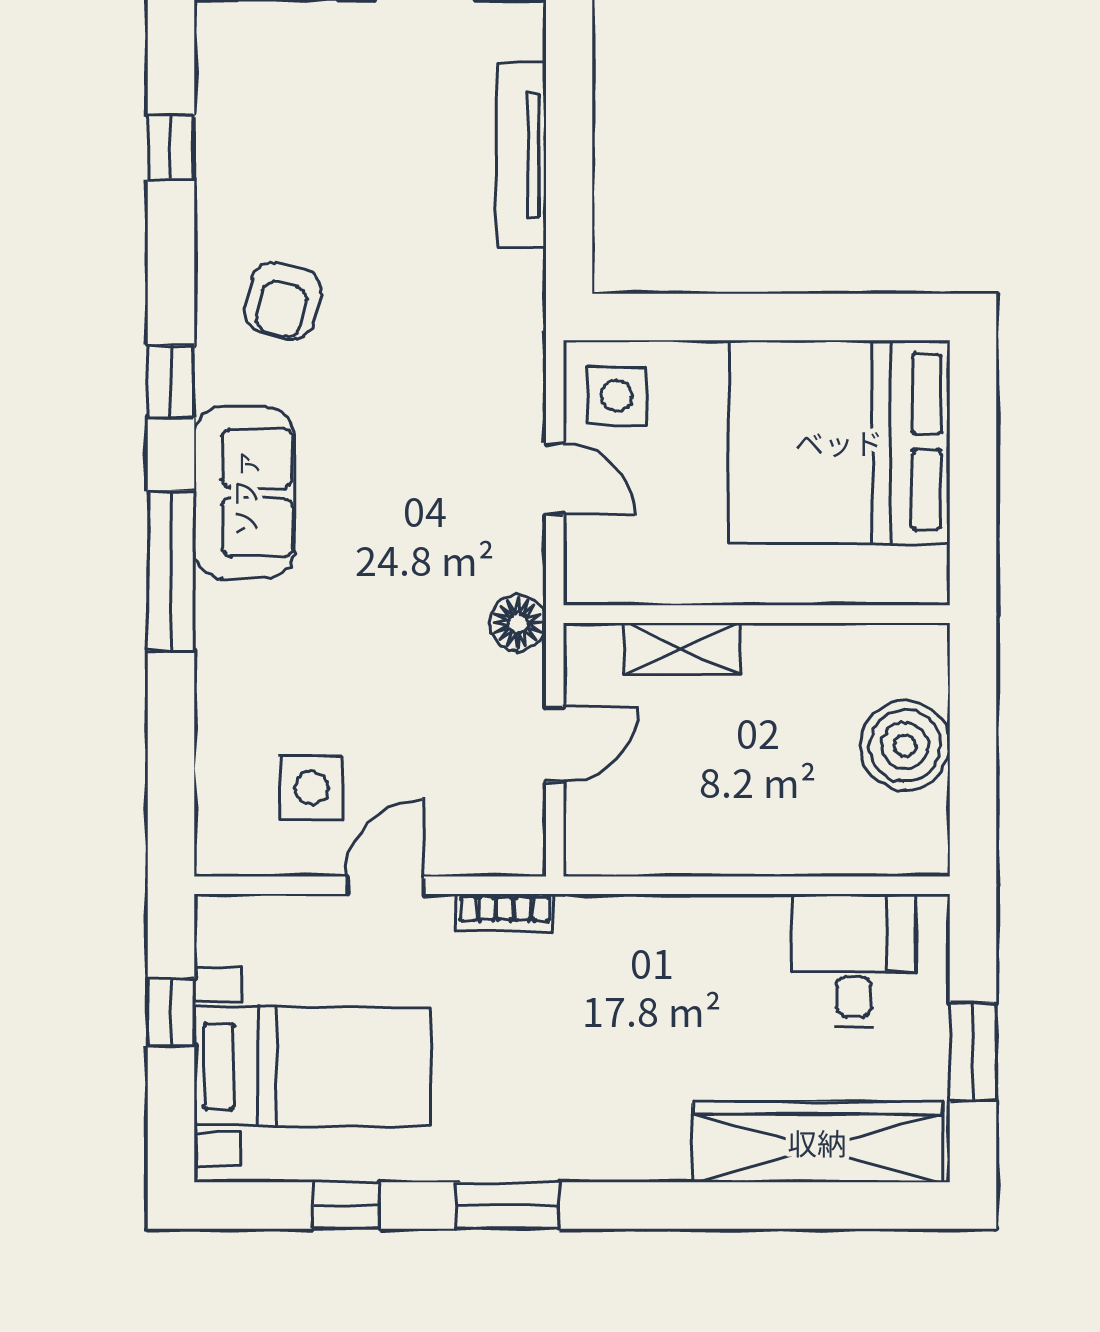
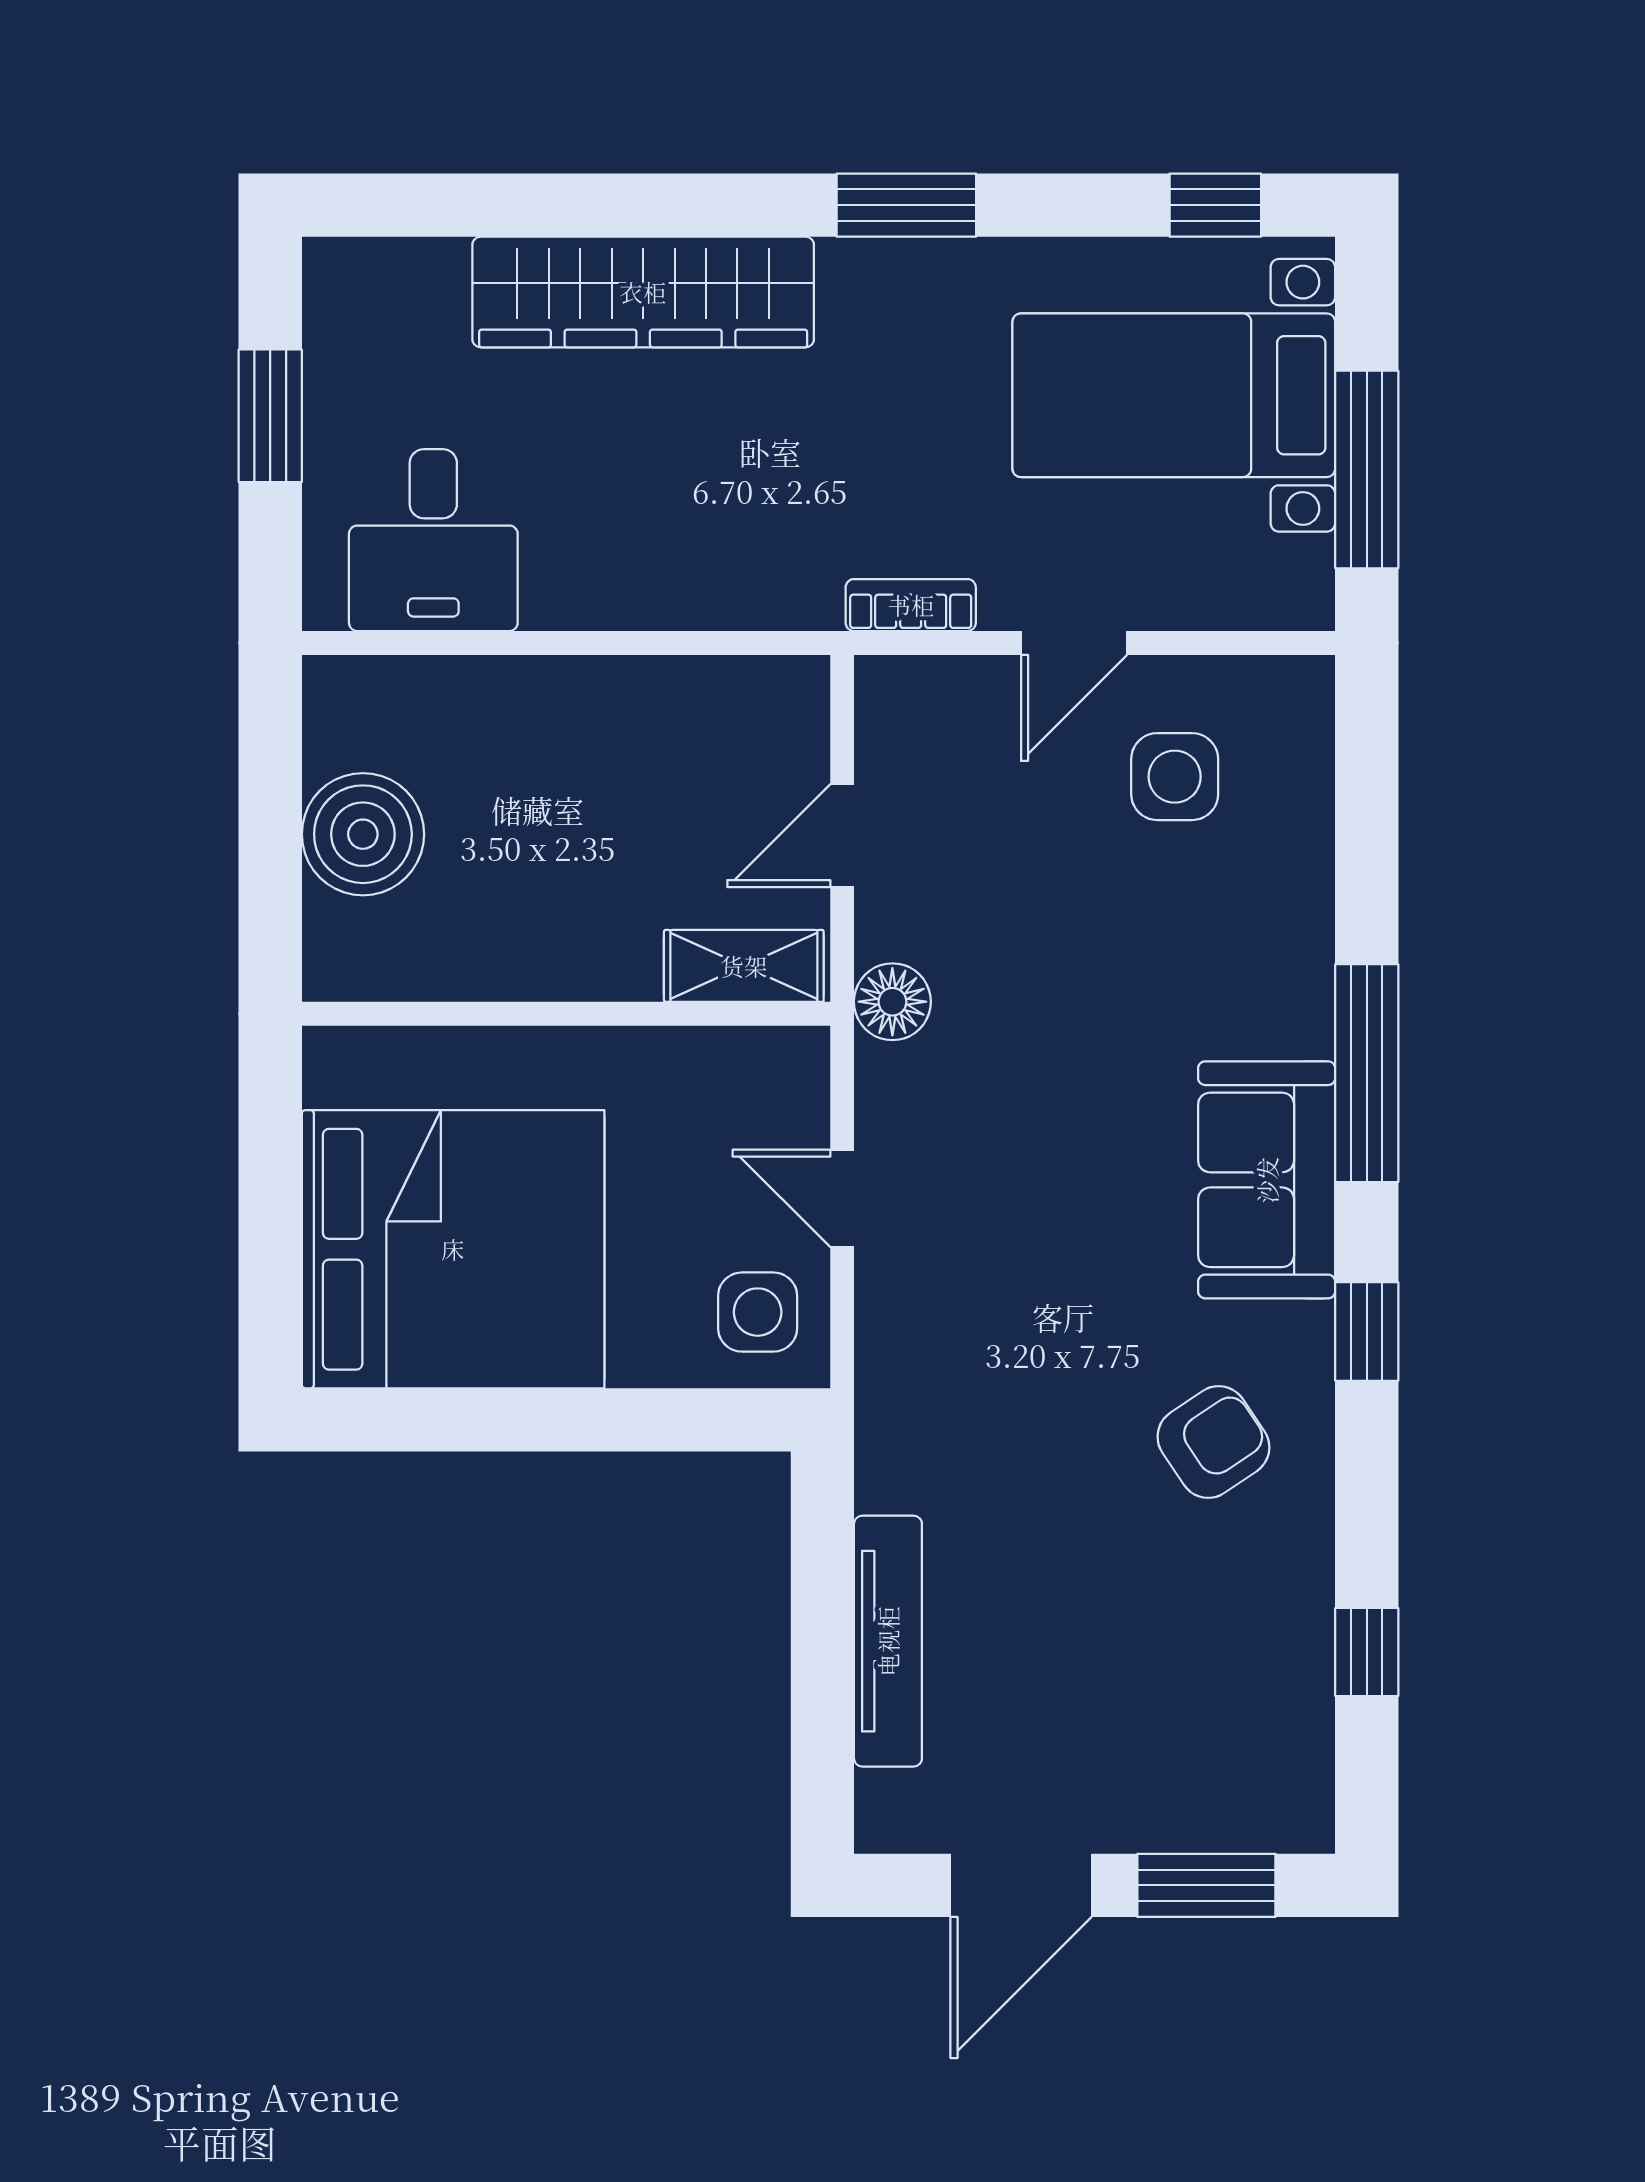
armchair: (283, 301) -> (1213, 1442), turned 43
shelving: (682, 649) -> (744, 966), moved
window: (171, 1012) -> (1367, 469), width x2.17
wardrobe: (817, 1142) -> (643, 292), moved
window: (346, 1206) -> (1215, 205), moved

